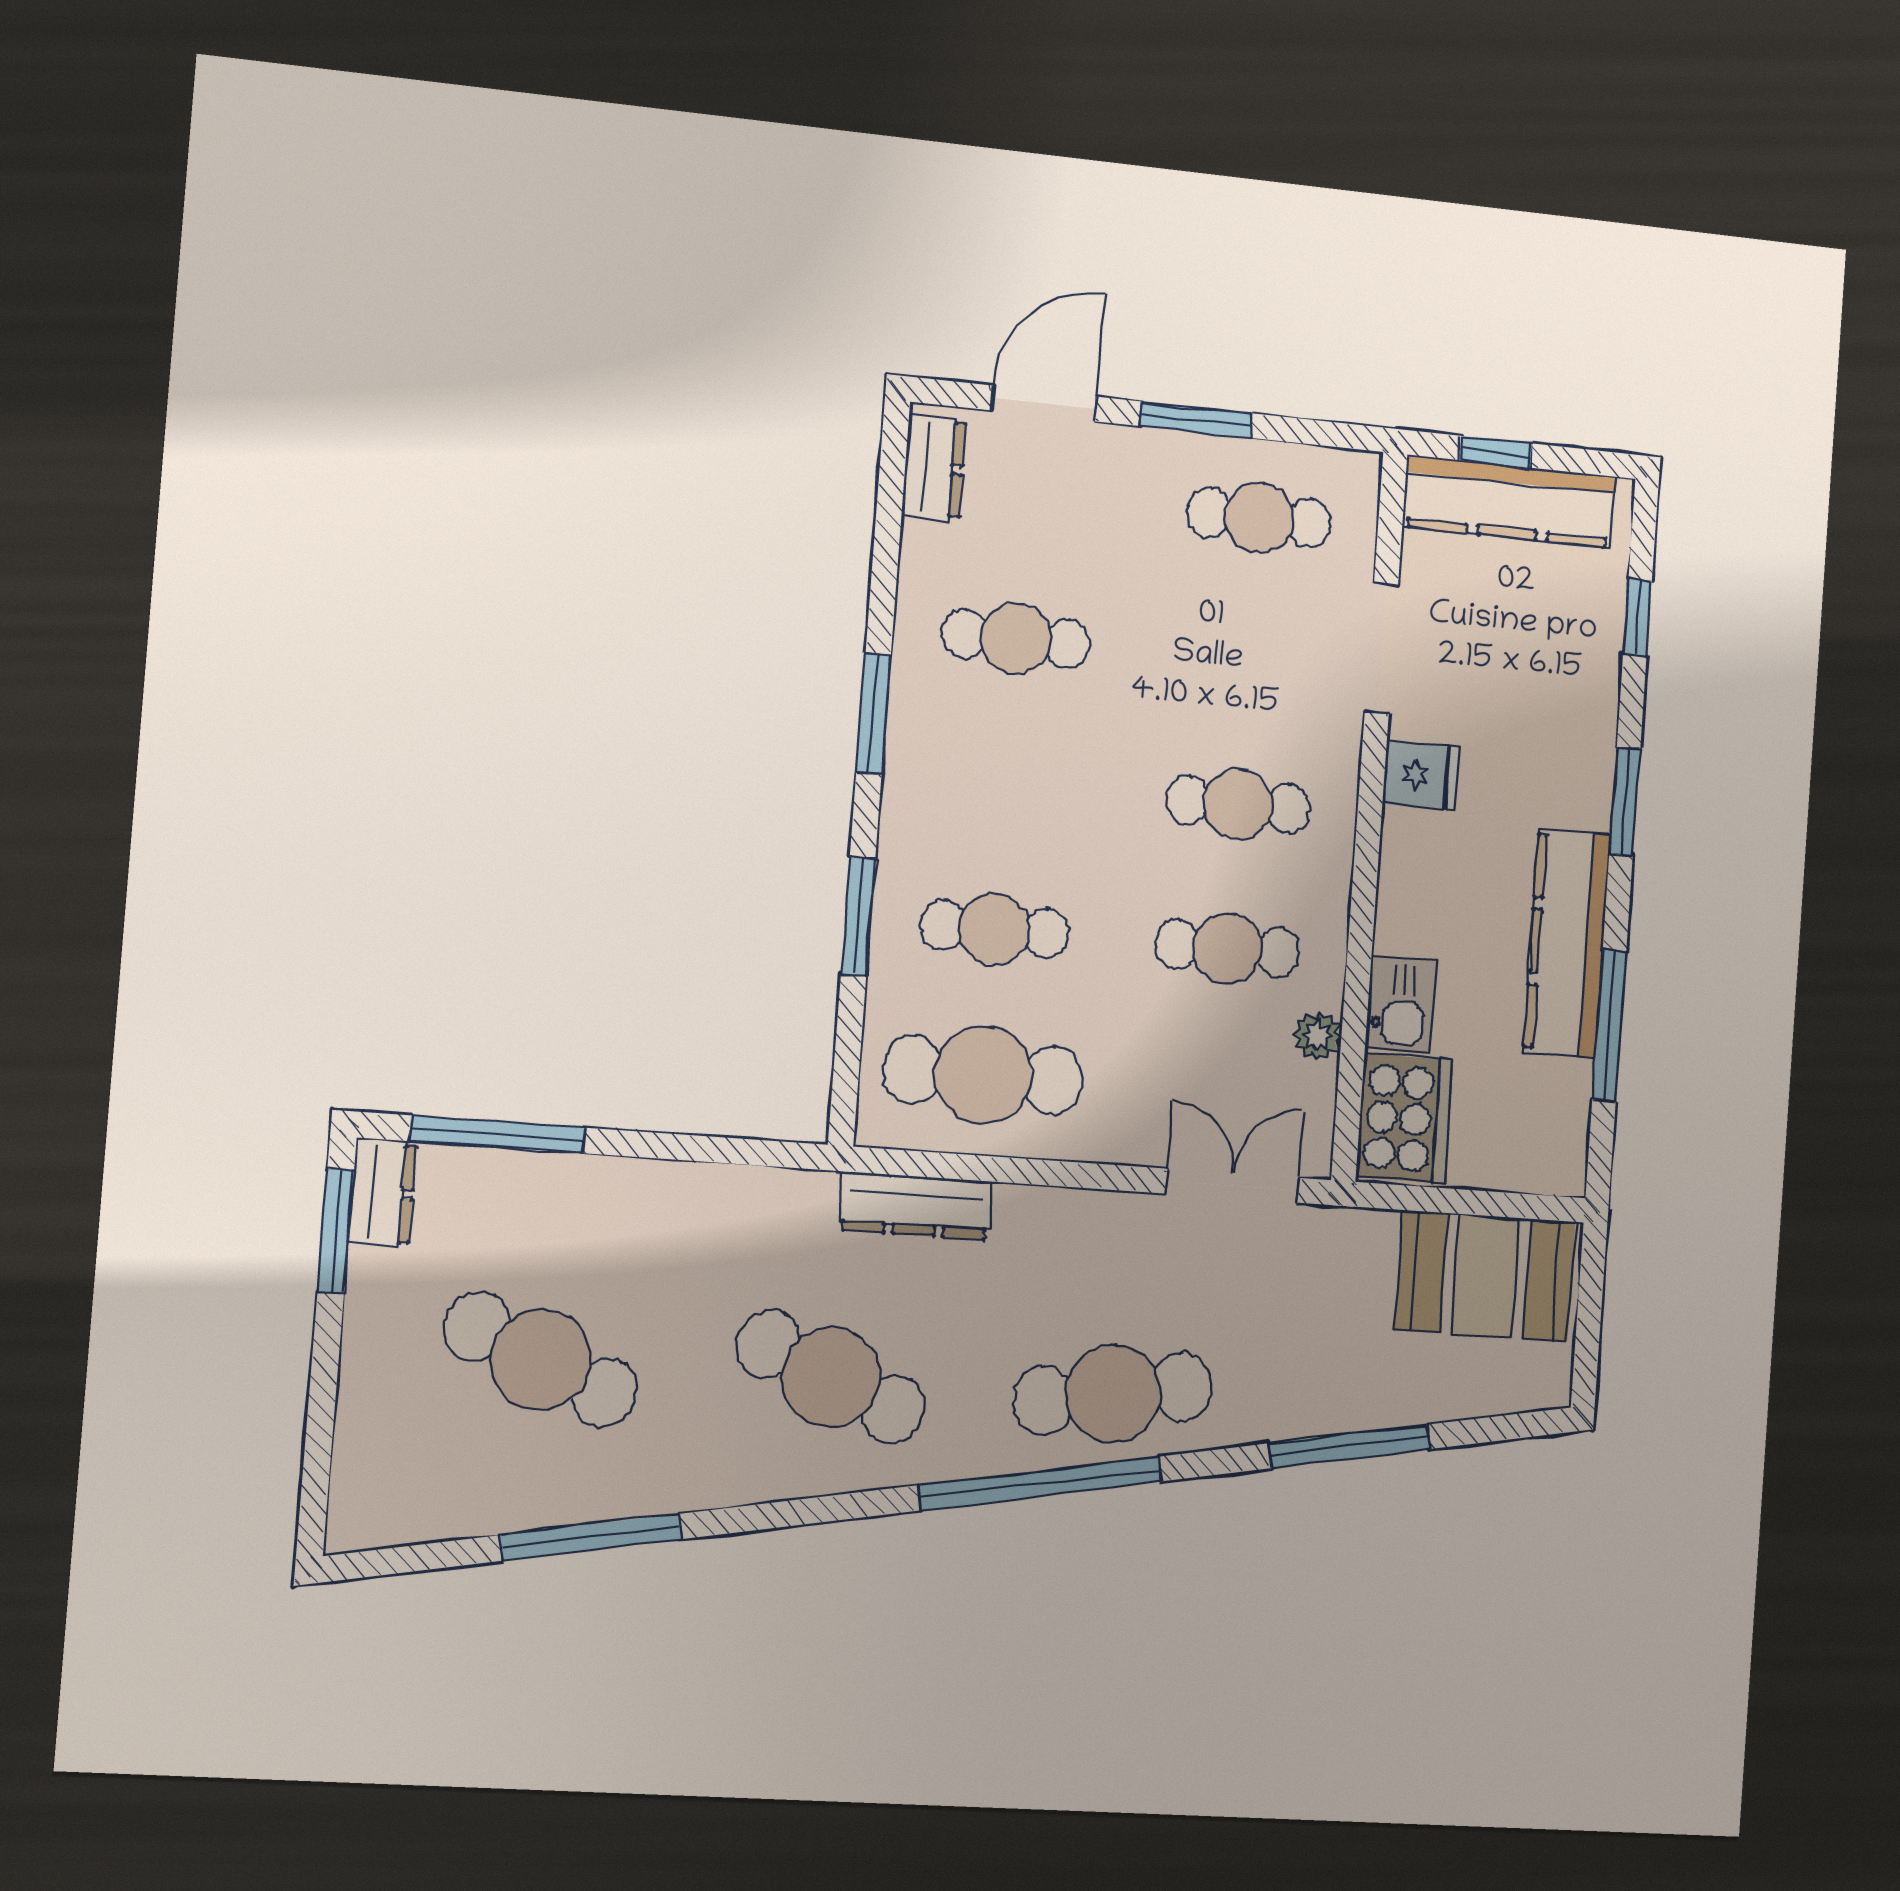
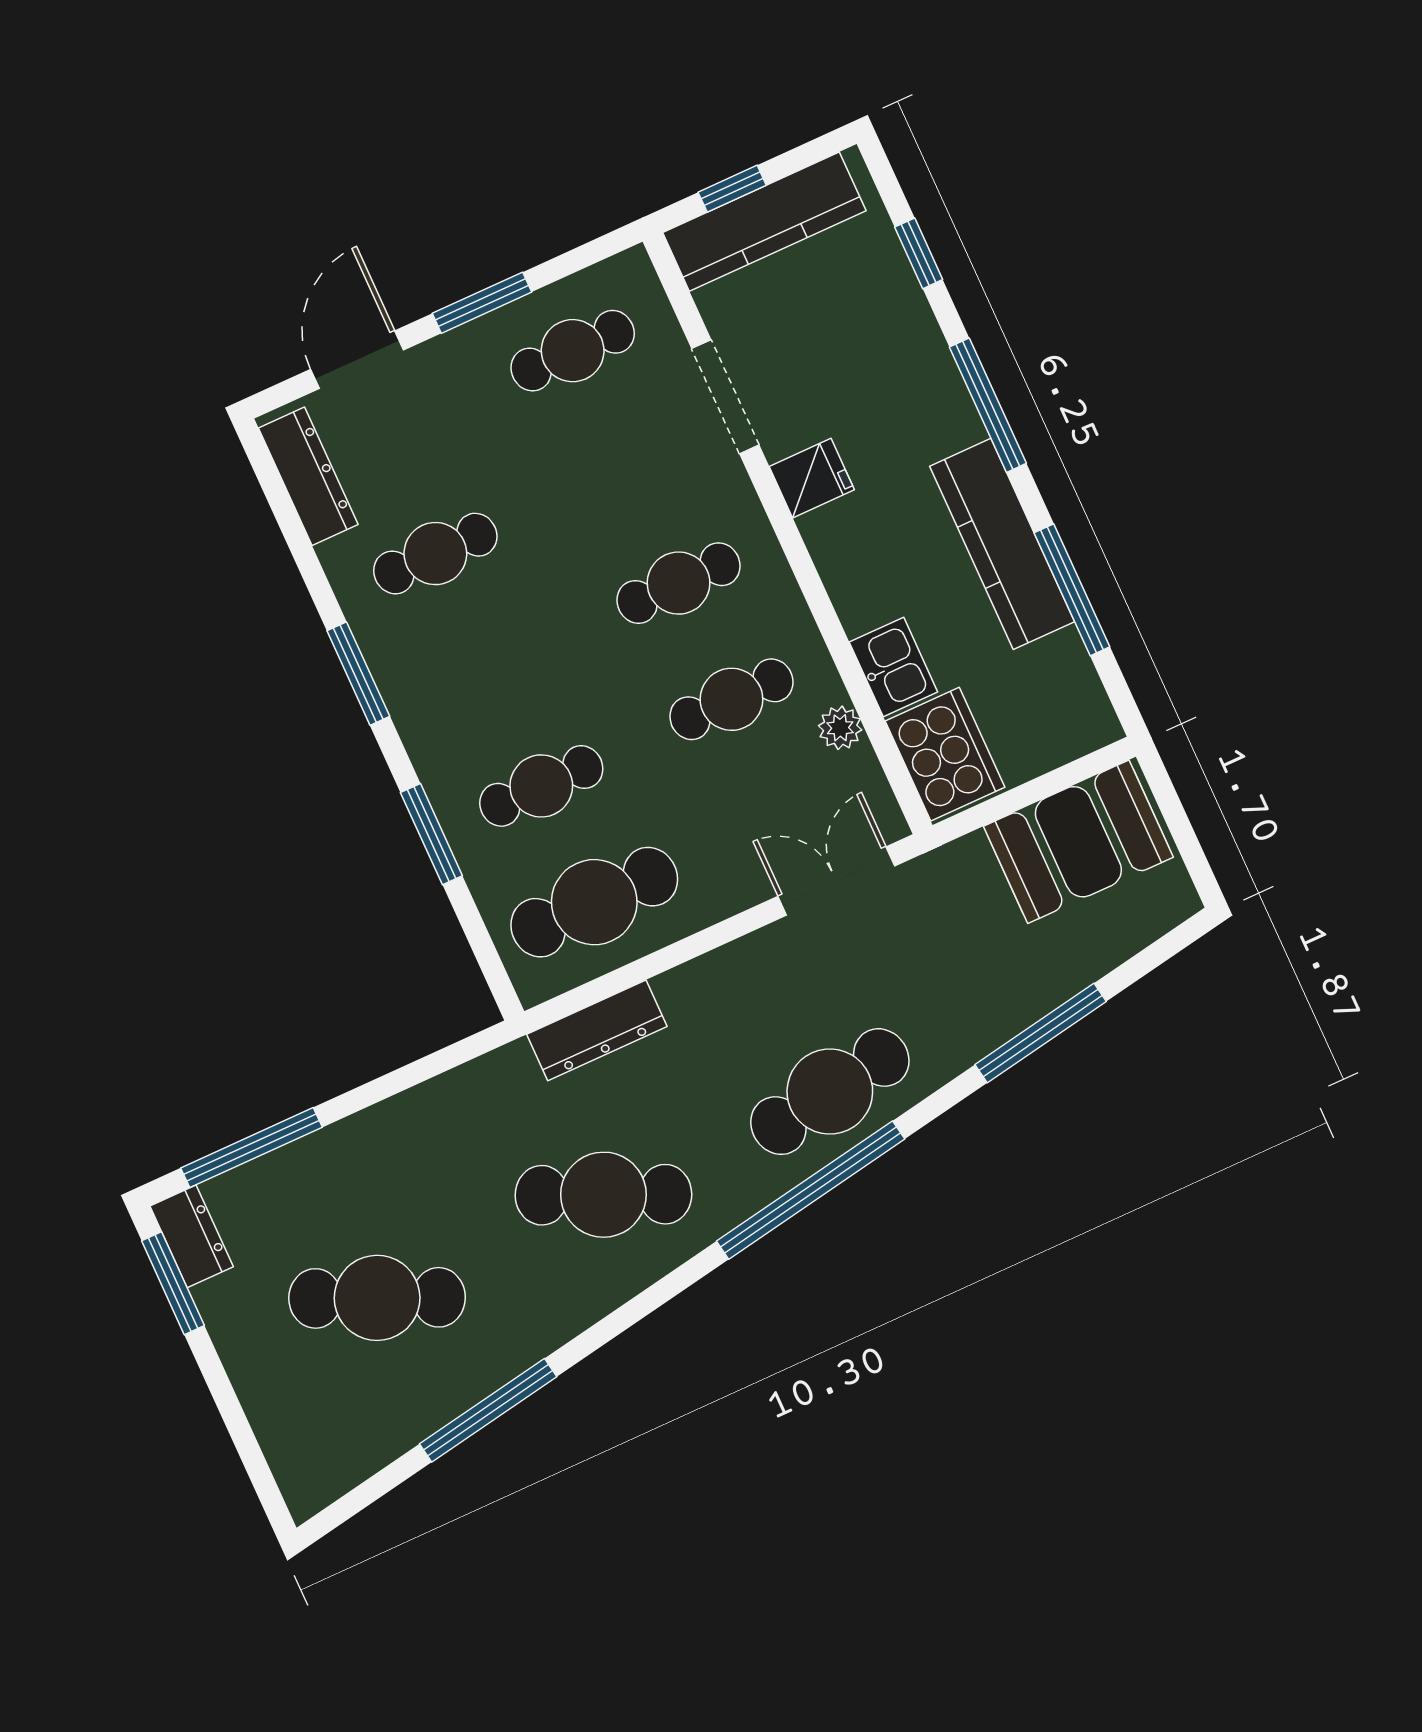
dresser: (934, 468) -> (308, 476), width x1.44
window: (1625, 801) -> (988, 405), width x1.44

